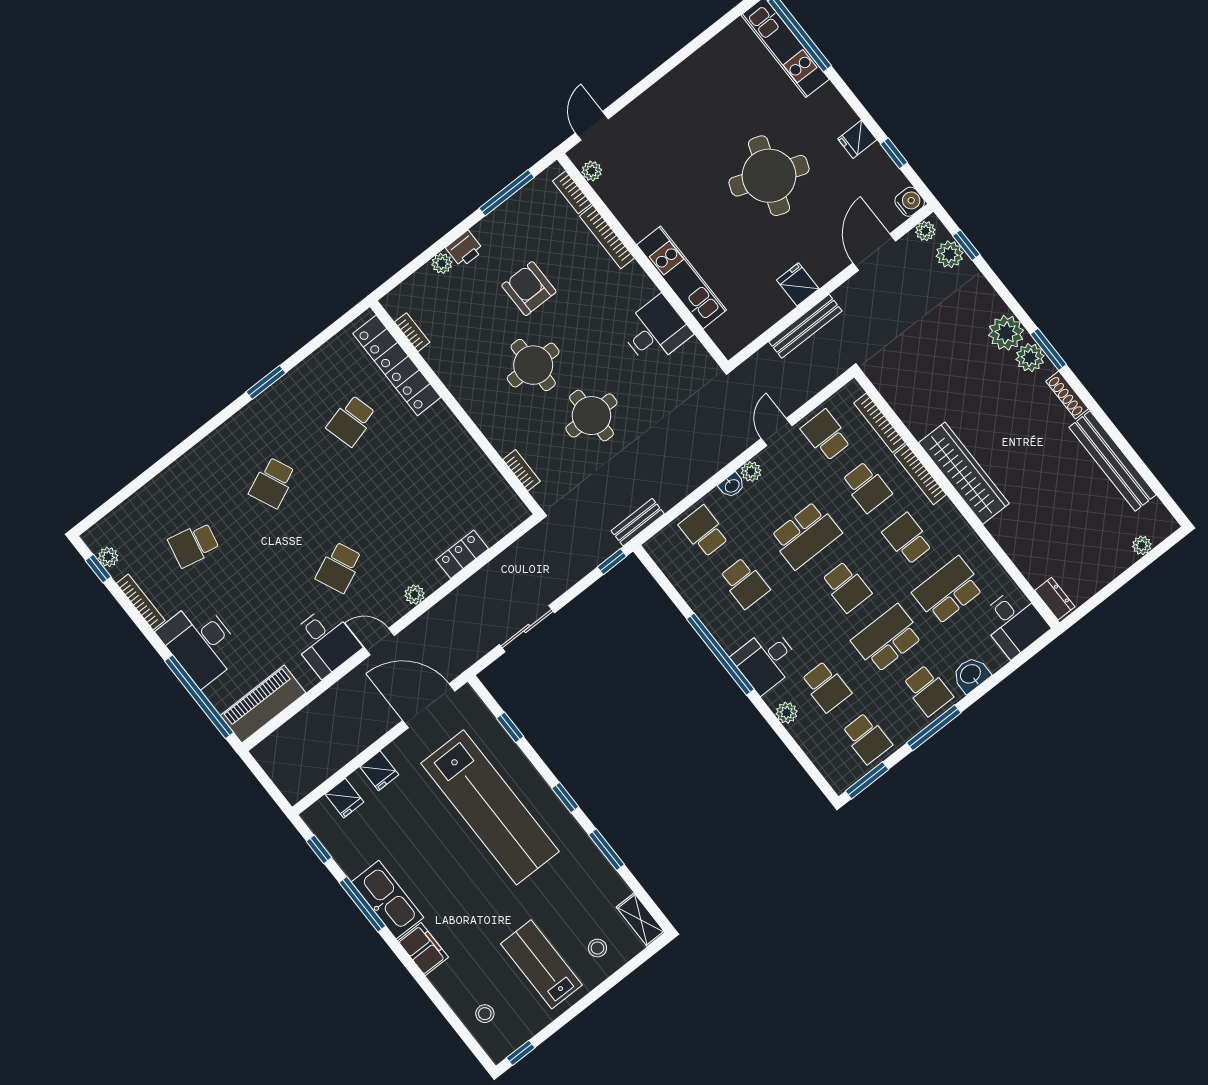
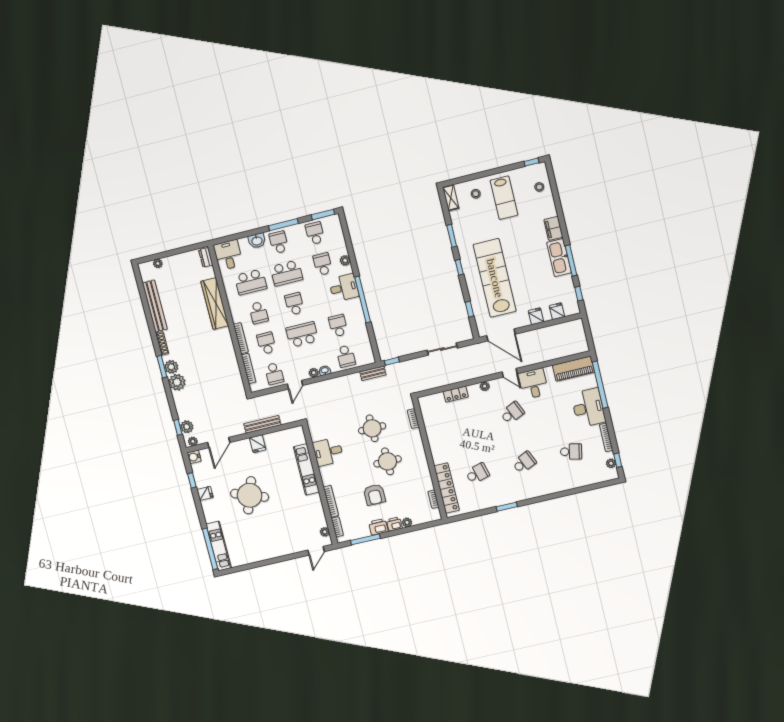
printer: (493, 229) -> (378, 527), added
wardrobe: (964, 473) -> (215, 304), moved

